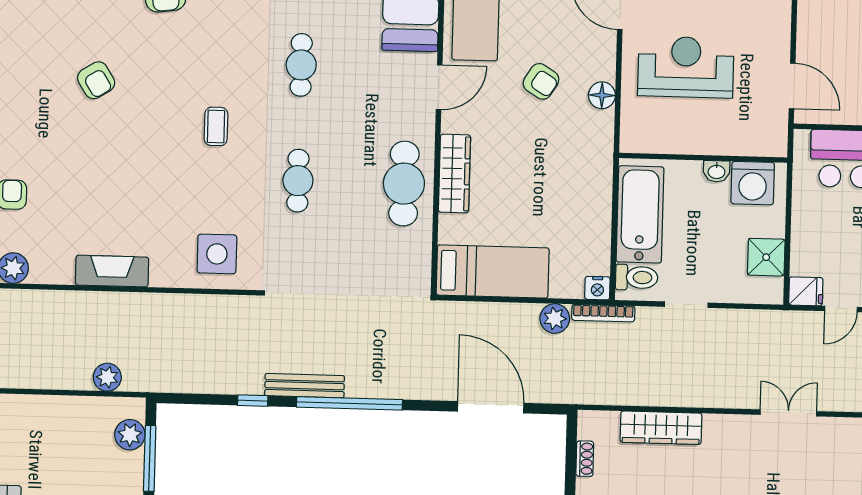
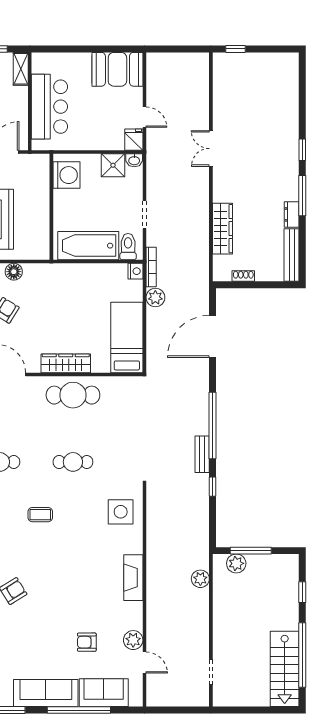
washbasin: (717, 171) -> (134, 160), moved, turned 90
bench: (305, 386) -> (202, 454), width x0.73

